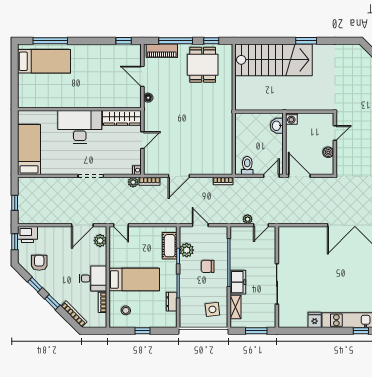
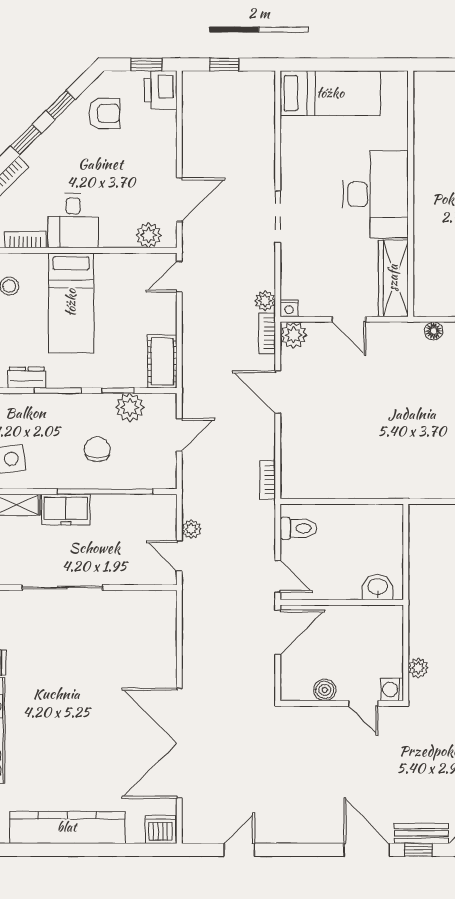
plant: (317, 105) -> (418, 668), added
washing machine: (291, 119) -> (392, 689), moved
plant: (150, 168) -> (294, 335), added
door: (82, 225) -> (179, 200), swing flipped
cot: (170, 246) -> (162, 362), moved, turned 90

